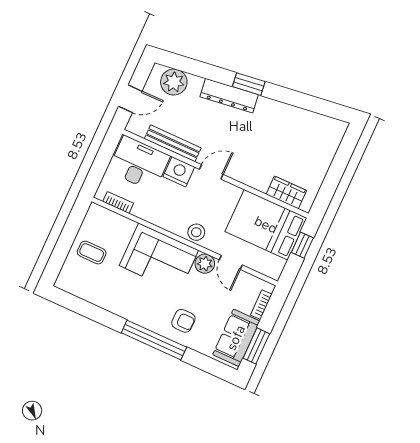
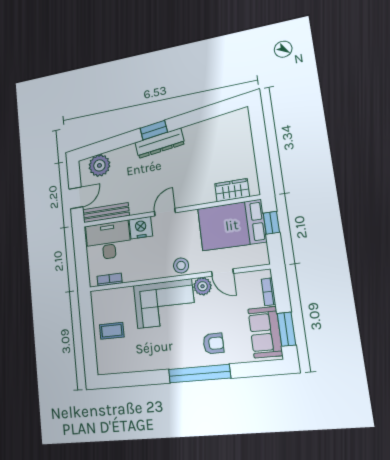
dresser: (229, 96) -> (160, 143), moved
bench: (173, 143) -> (106, 213), moved

